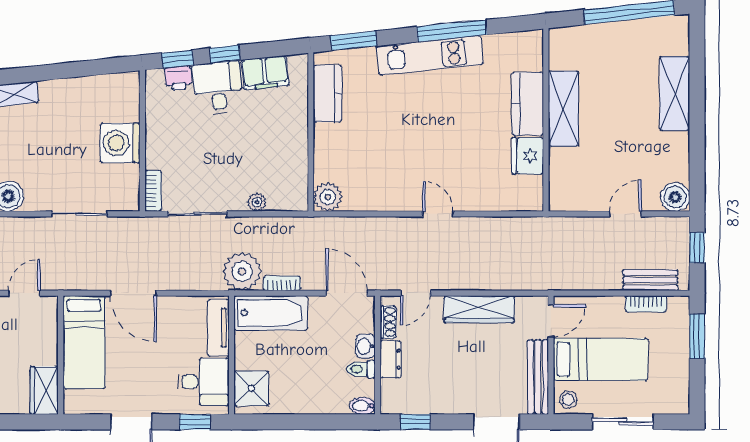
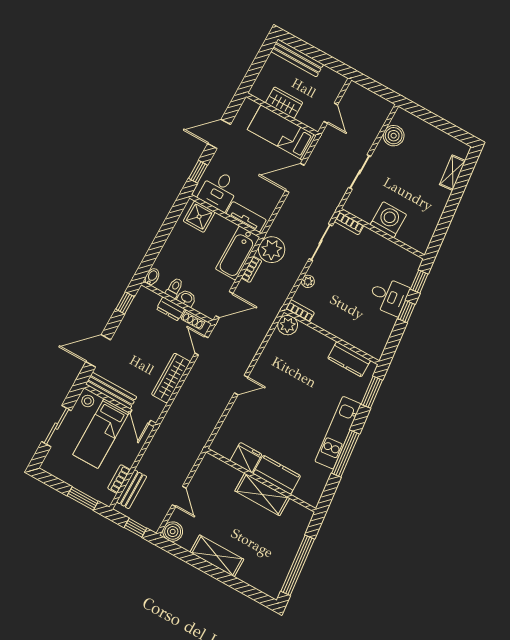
filing cabinet: (265, 73) -> (382, 329), removed
printer: (178, 78) -> (408, 276), removed
shelving: (675, 93) -> (217, 556), moved
bookcase: (300, 191) -> (300, 311), added
wardrobe: (44, 390) -> (284, 103), moved

